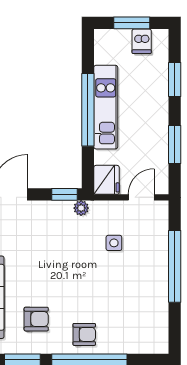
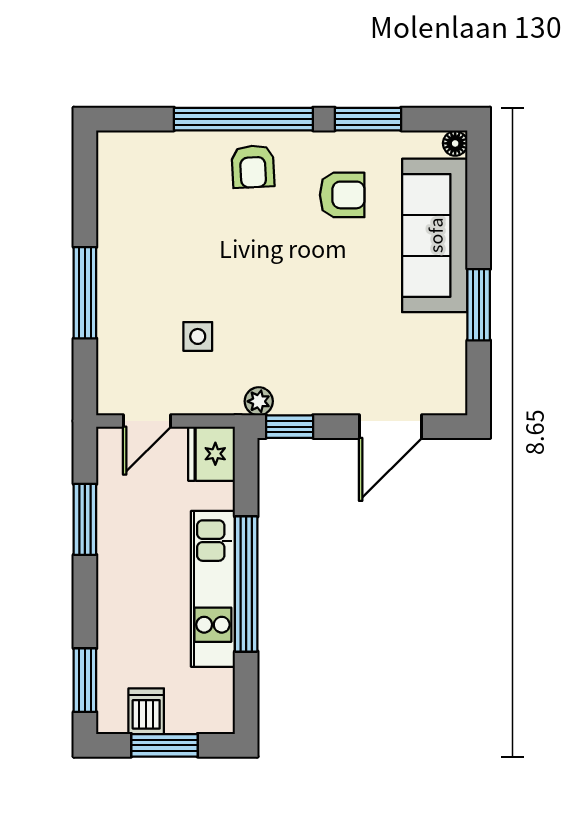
window: (175, 79) -> (85, 680), moved
window: (175, 266) -> (85, 293), width x0.68
armchair: (36, 319) -> (342, 195), turned 180
armchair: (84, 334) -> (253, 166), turned -93

